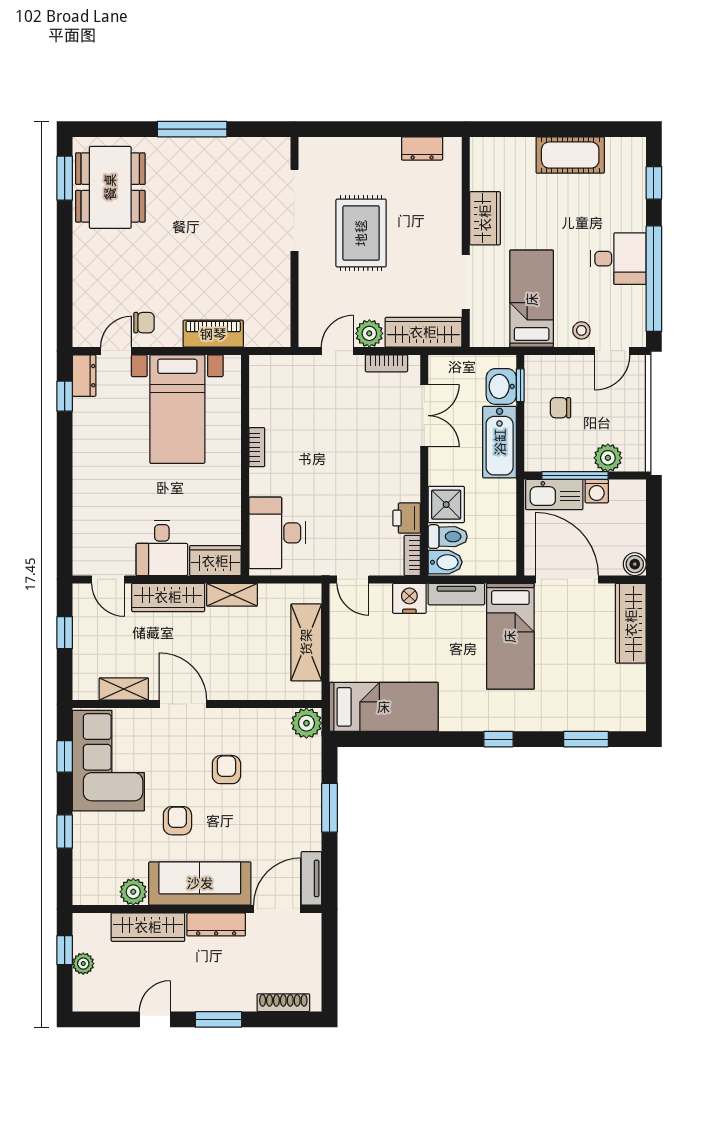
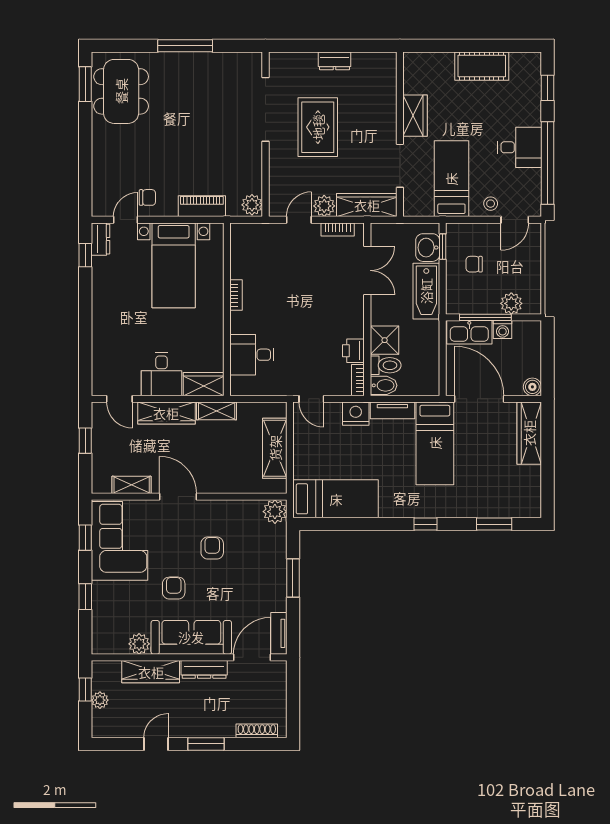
dresser: (422, 148) -> (335, 61), moved
plant: (277, 332) -> (252, 205), added
desk: (277, 533) -> (252, 355), width x0.73

